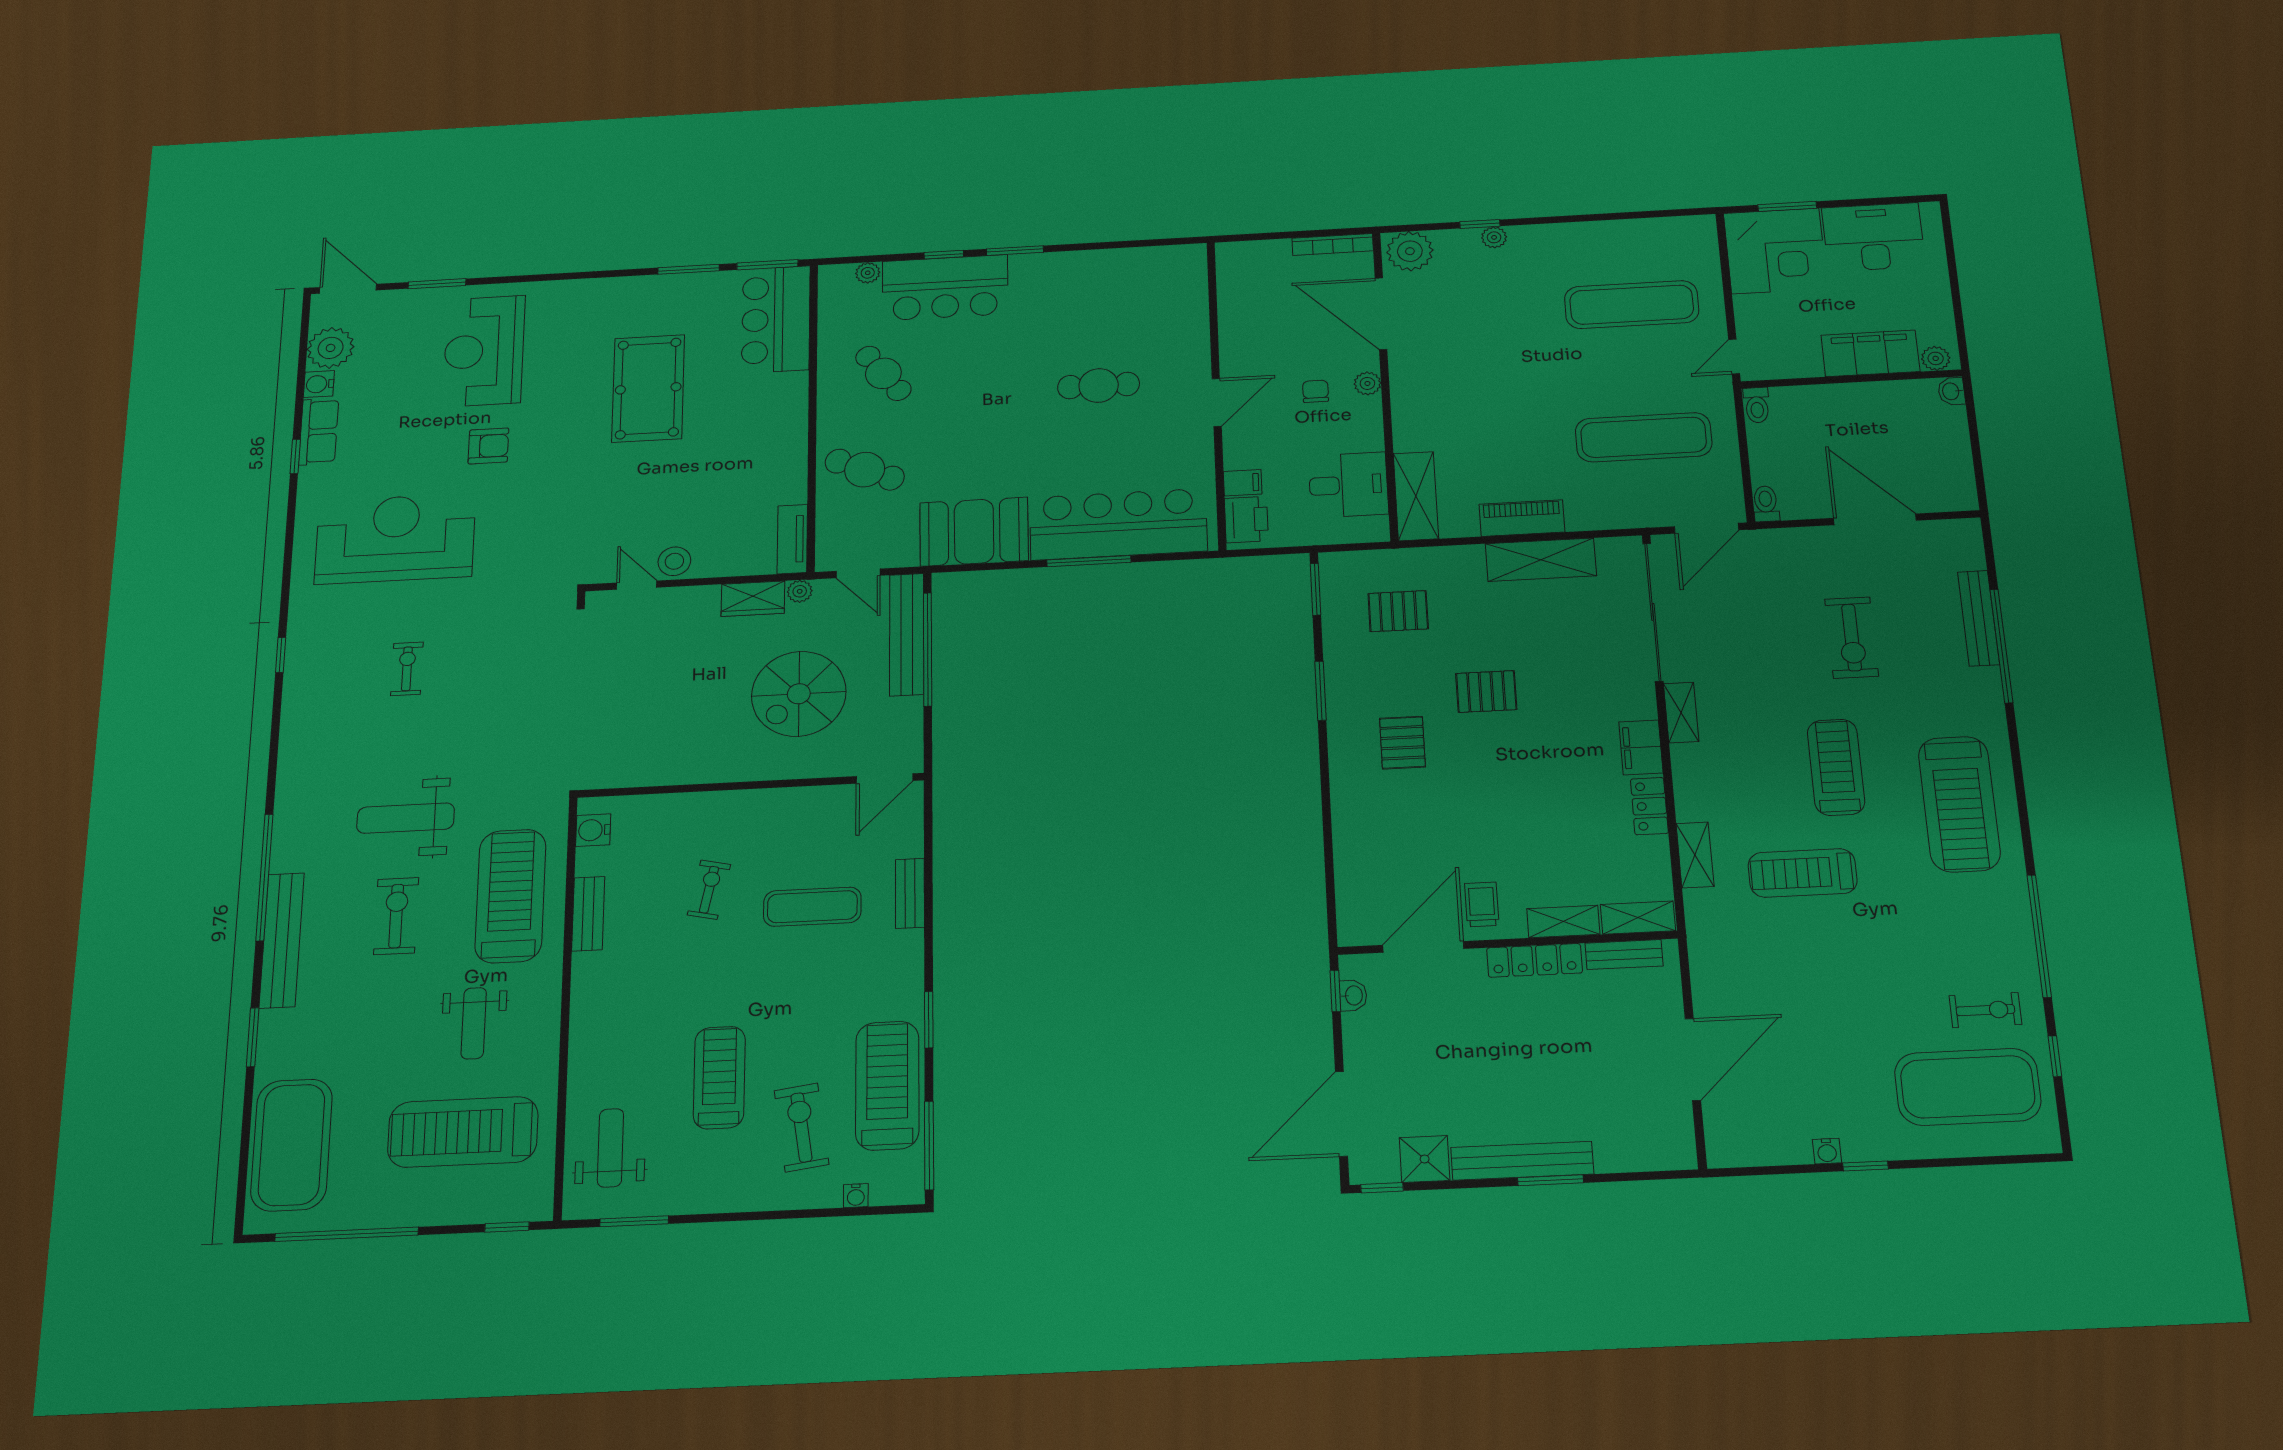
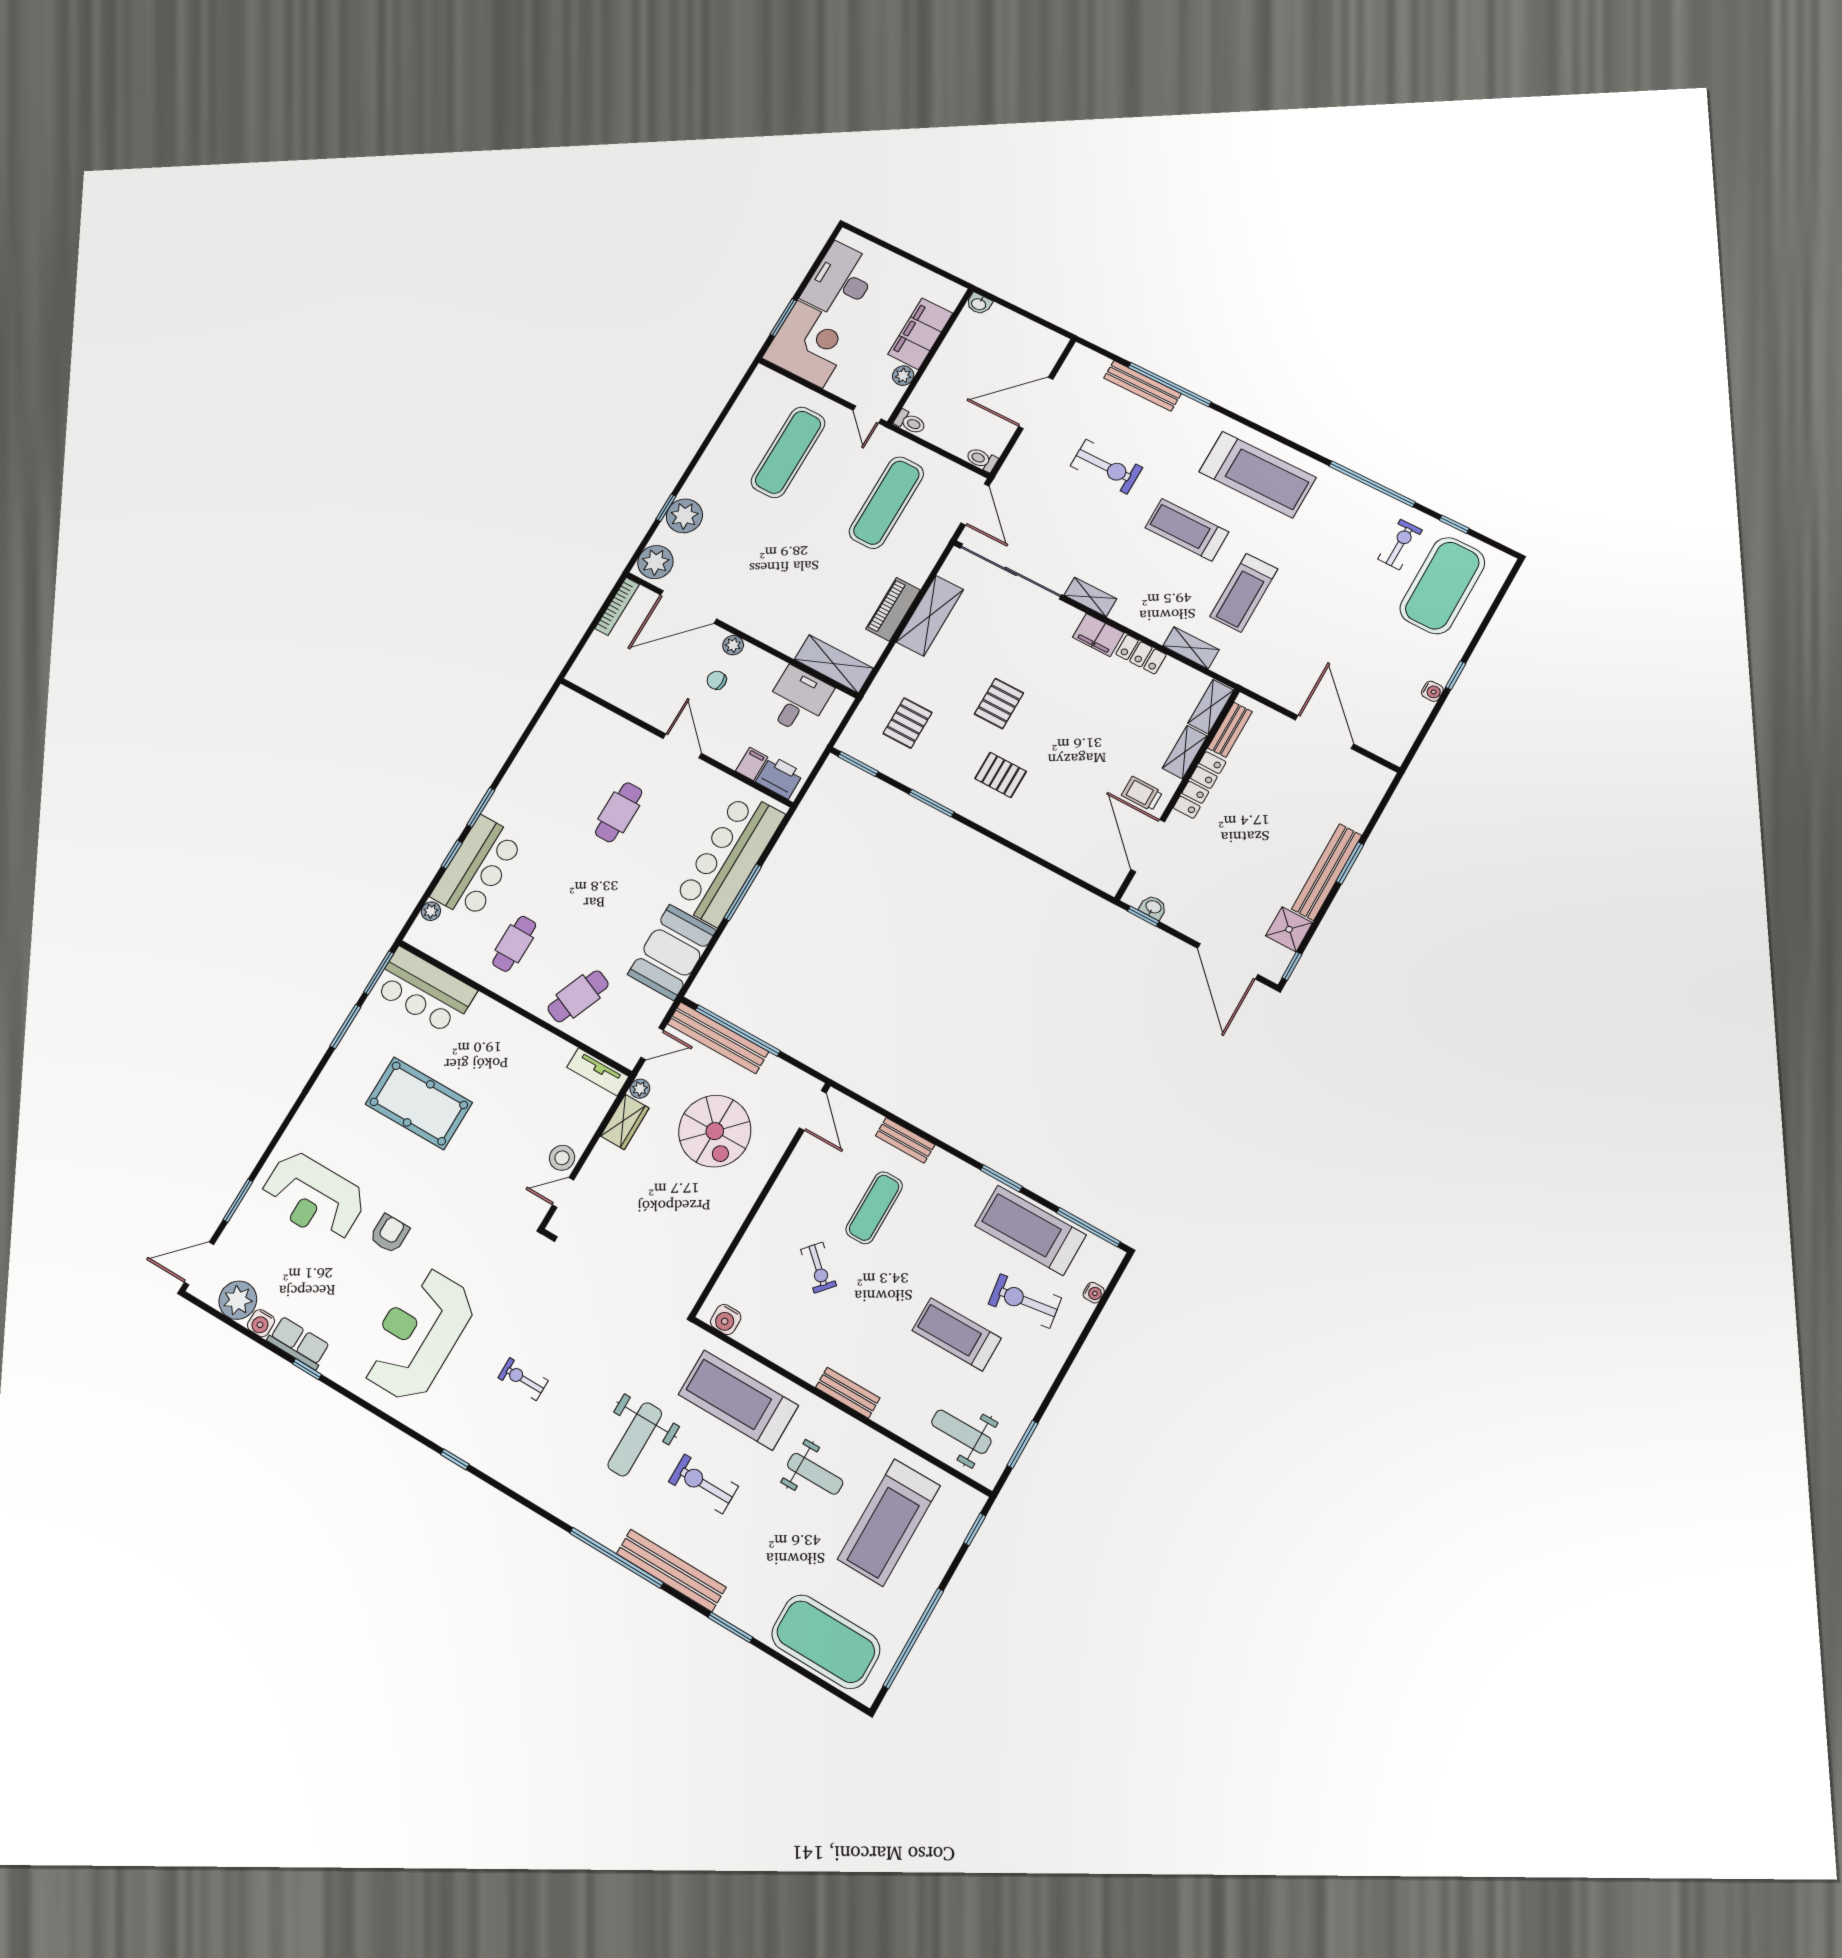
plant: (1494, 237) -> (684, 516), width x1.88, depth x1.88
plant: (1936, 358) -> (903, 376), moved
cafe table: (883, 373) -> (514, 944), turned -53
exercise bike: (709, 890) -> (818, 1268), turned -150
bench: (588, 914) -> (848, 1393), moved

